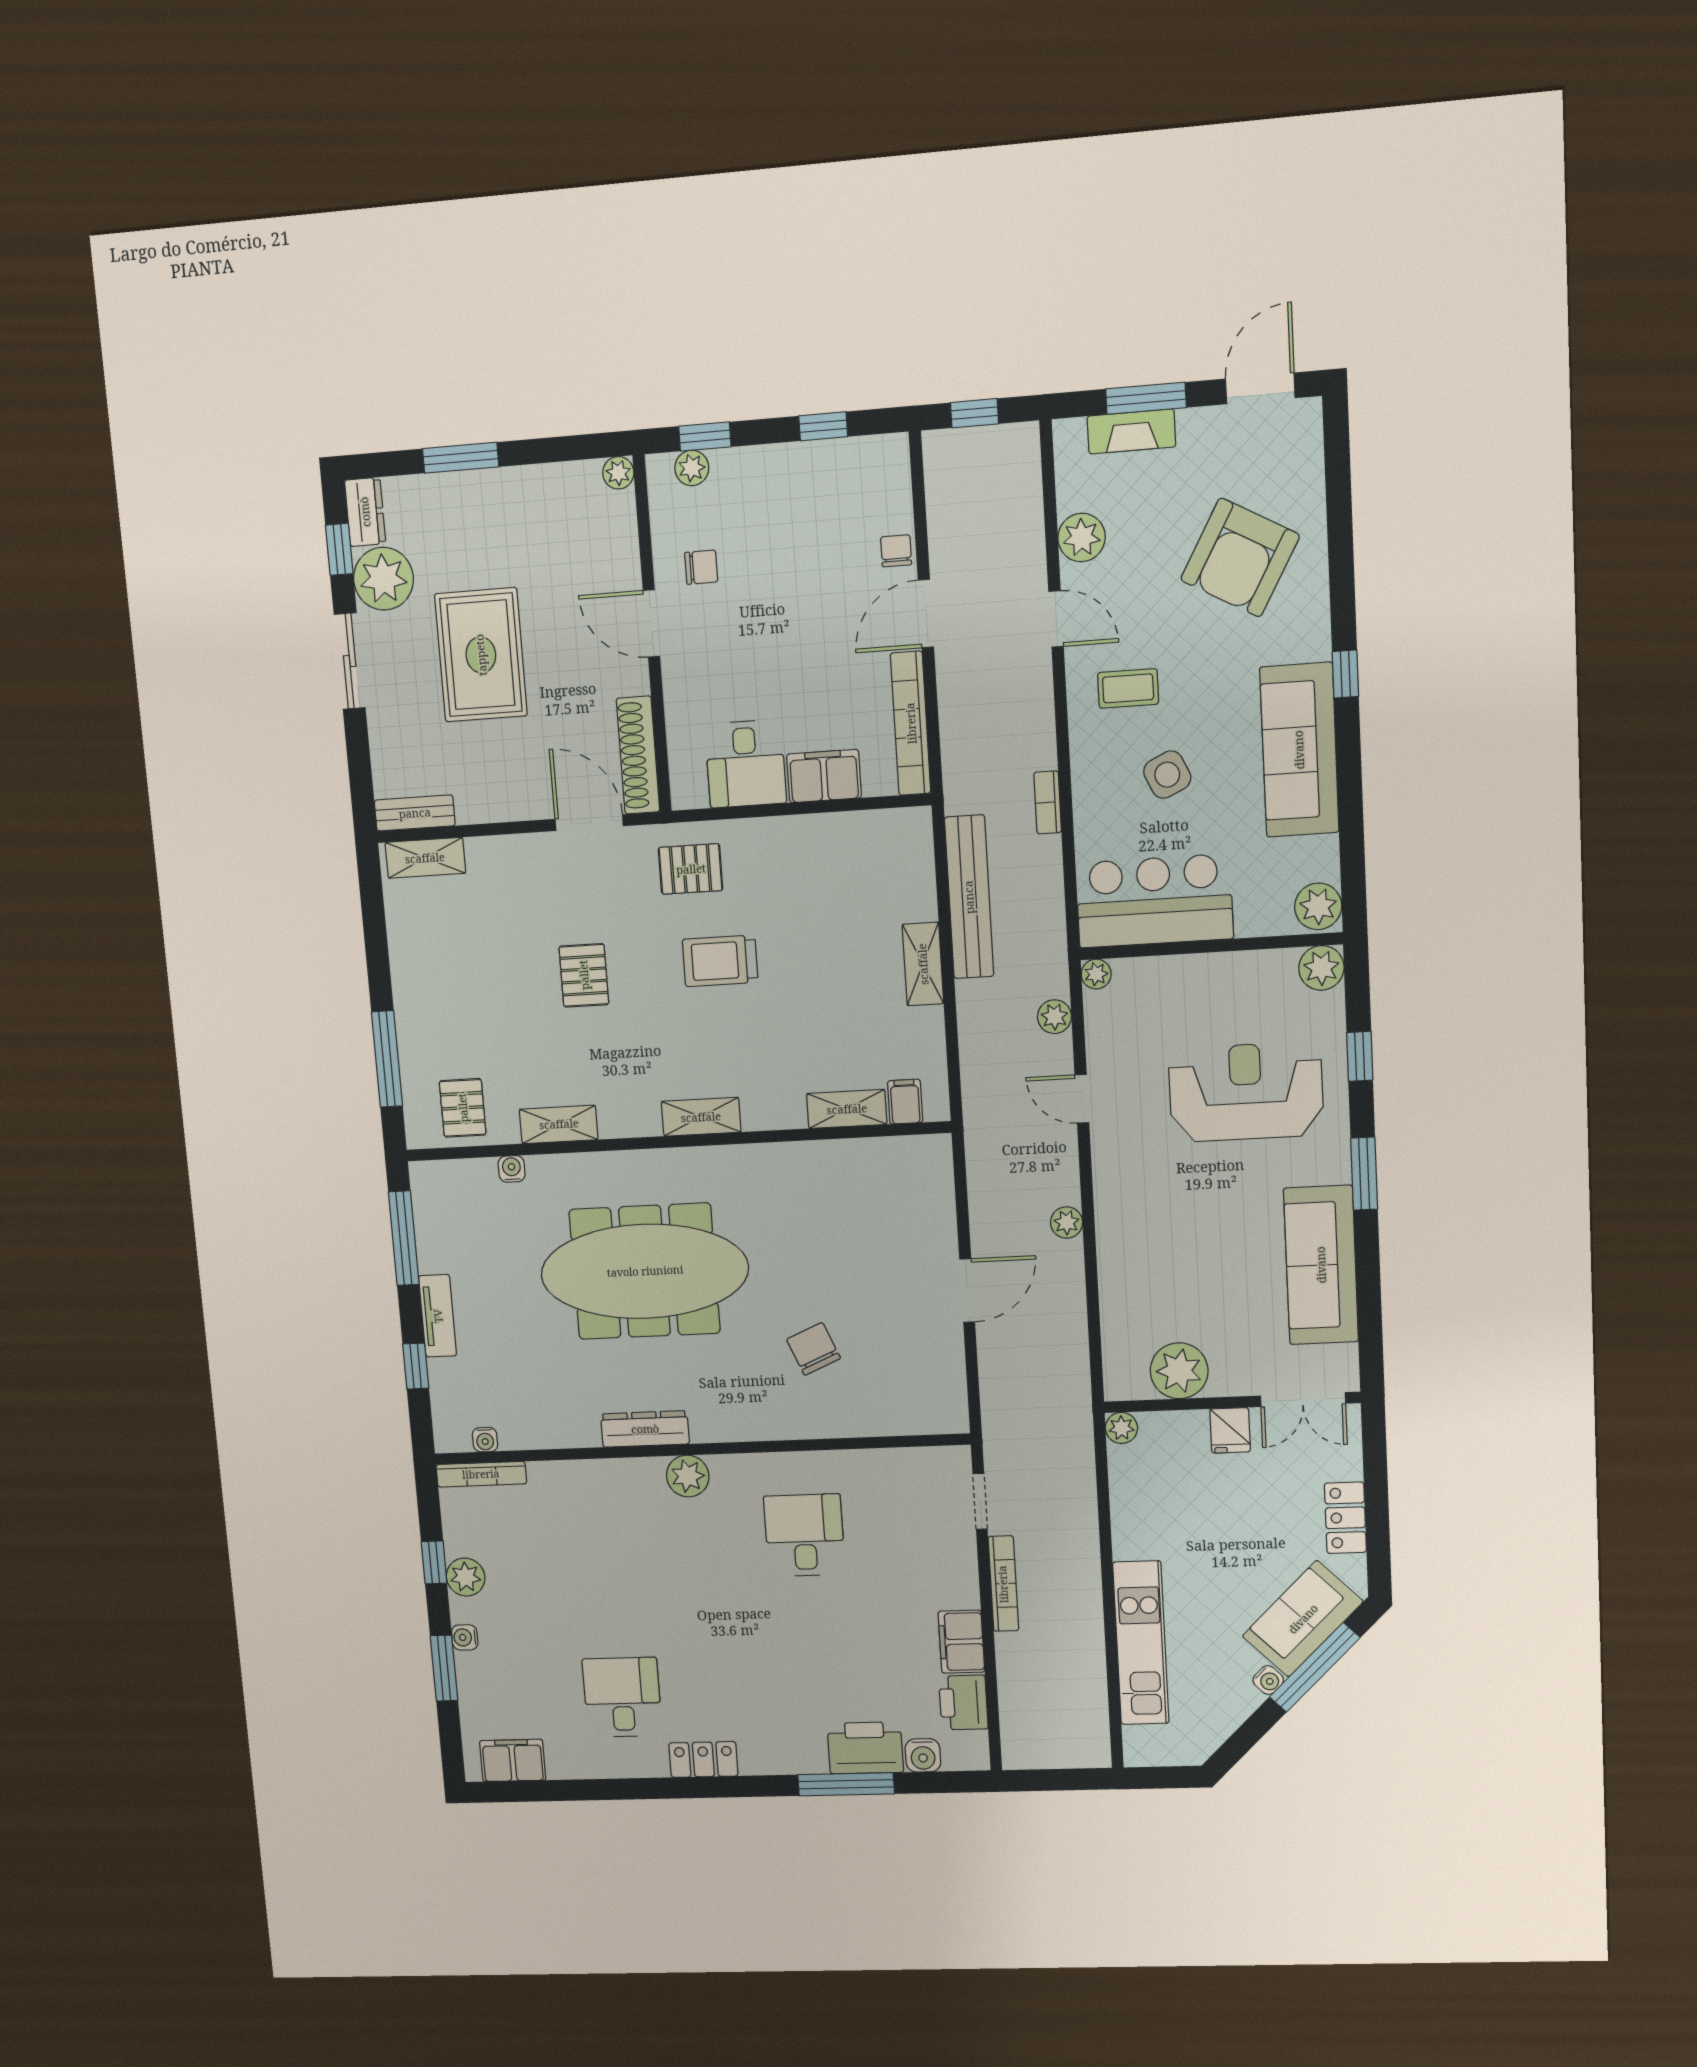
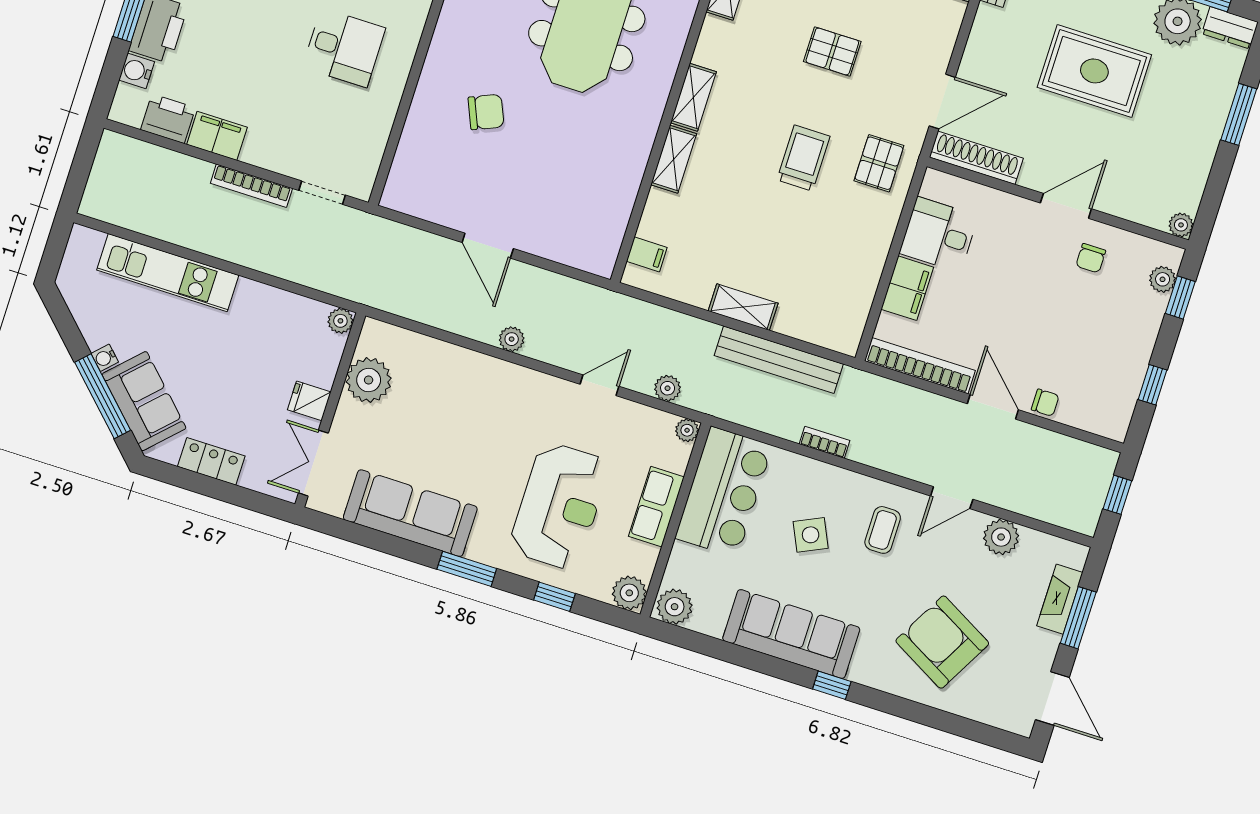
row of seats: (1203, 975) -> (656, 507), added
shelving: (847, 1109) -> (674, 159), moved

